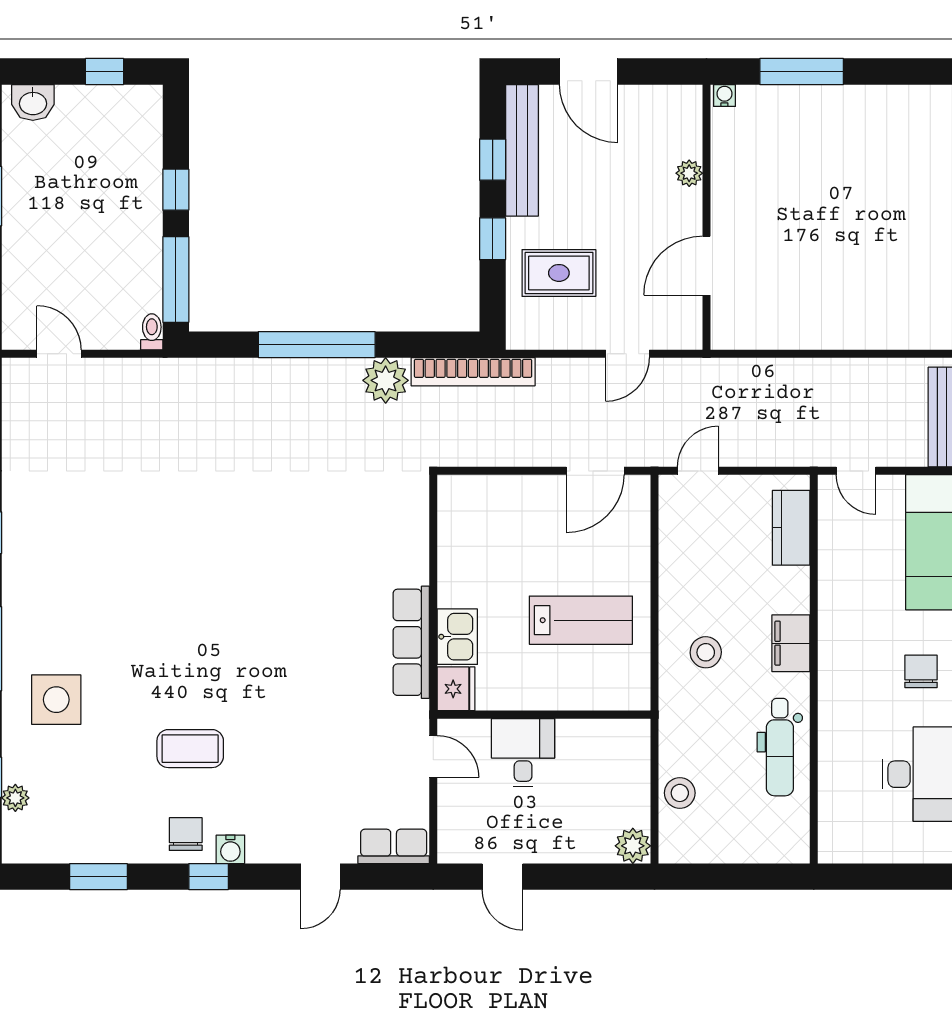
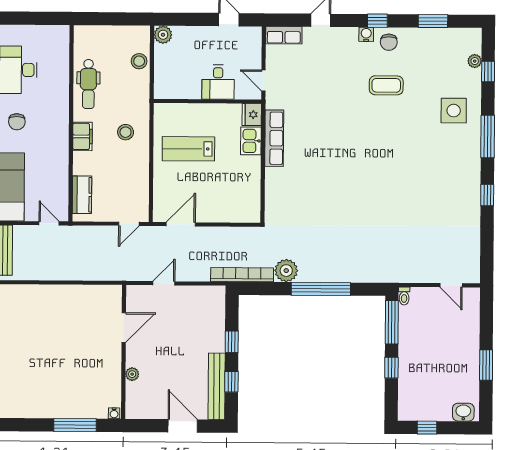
rug: (559, 273) -> (198, 324), removed
dental chair: (780, 747) -> (88, 84), turned 180

